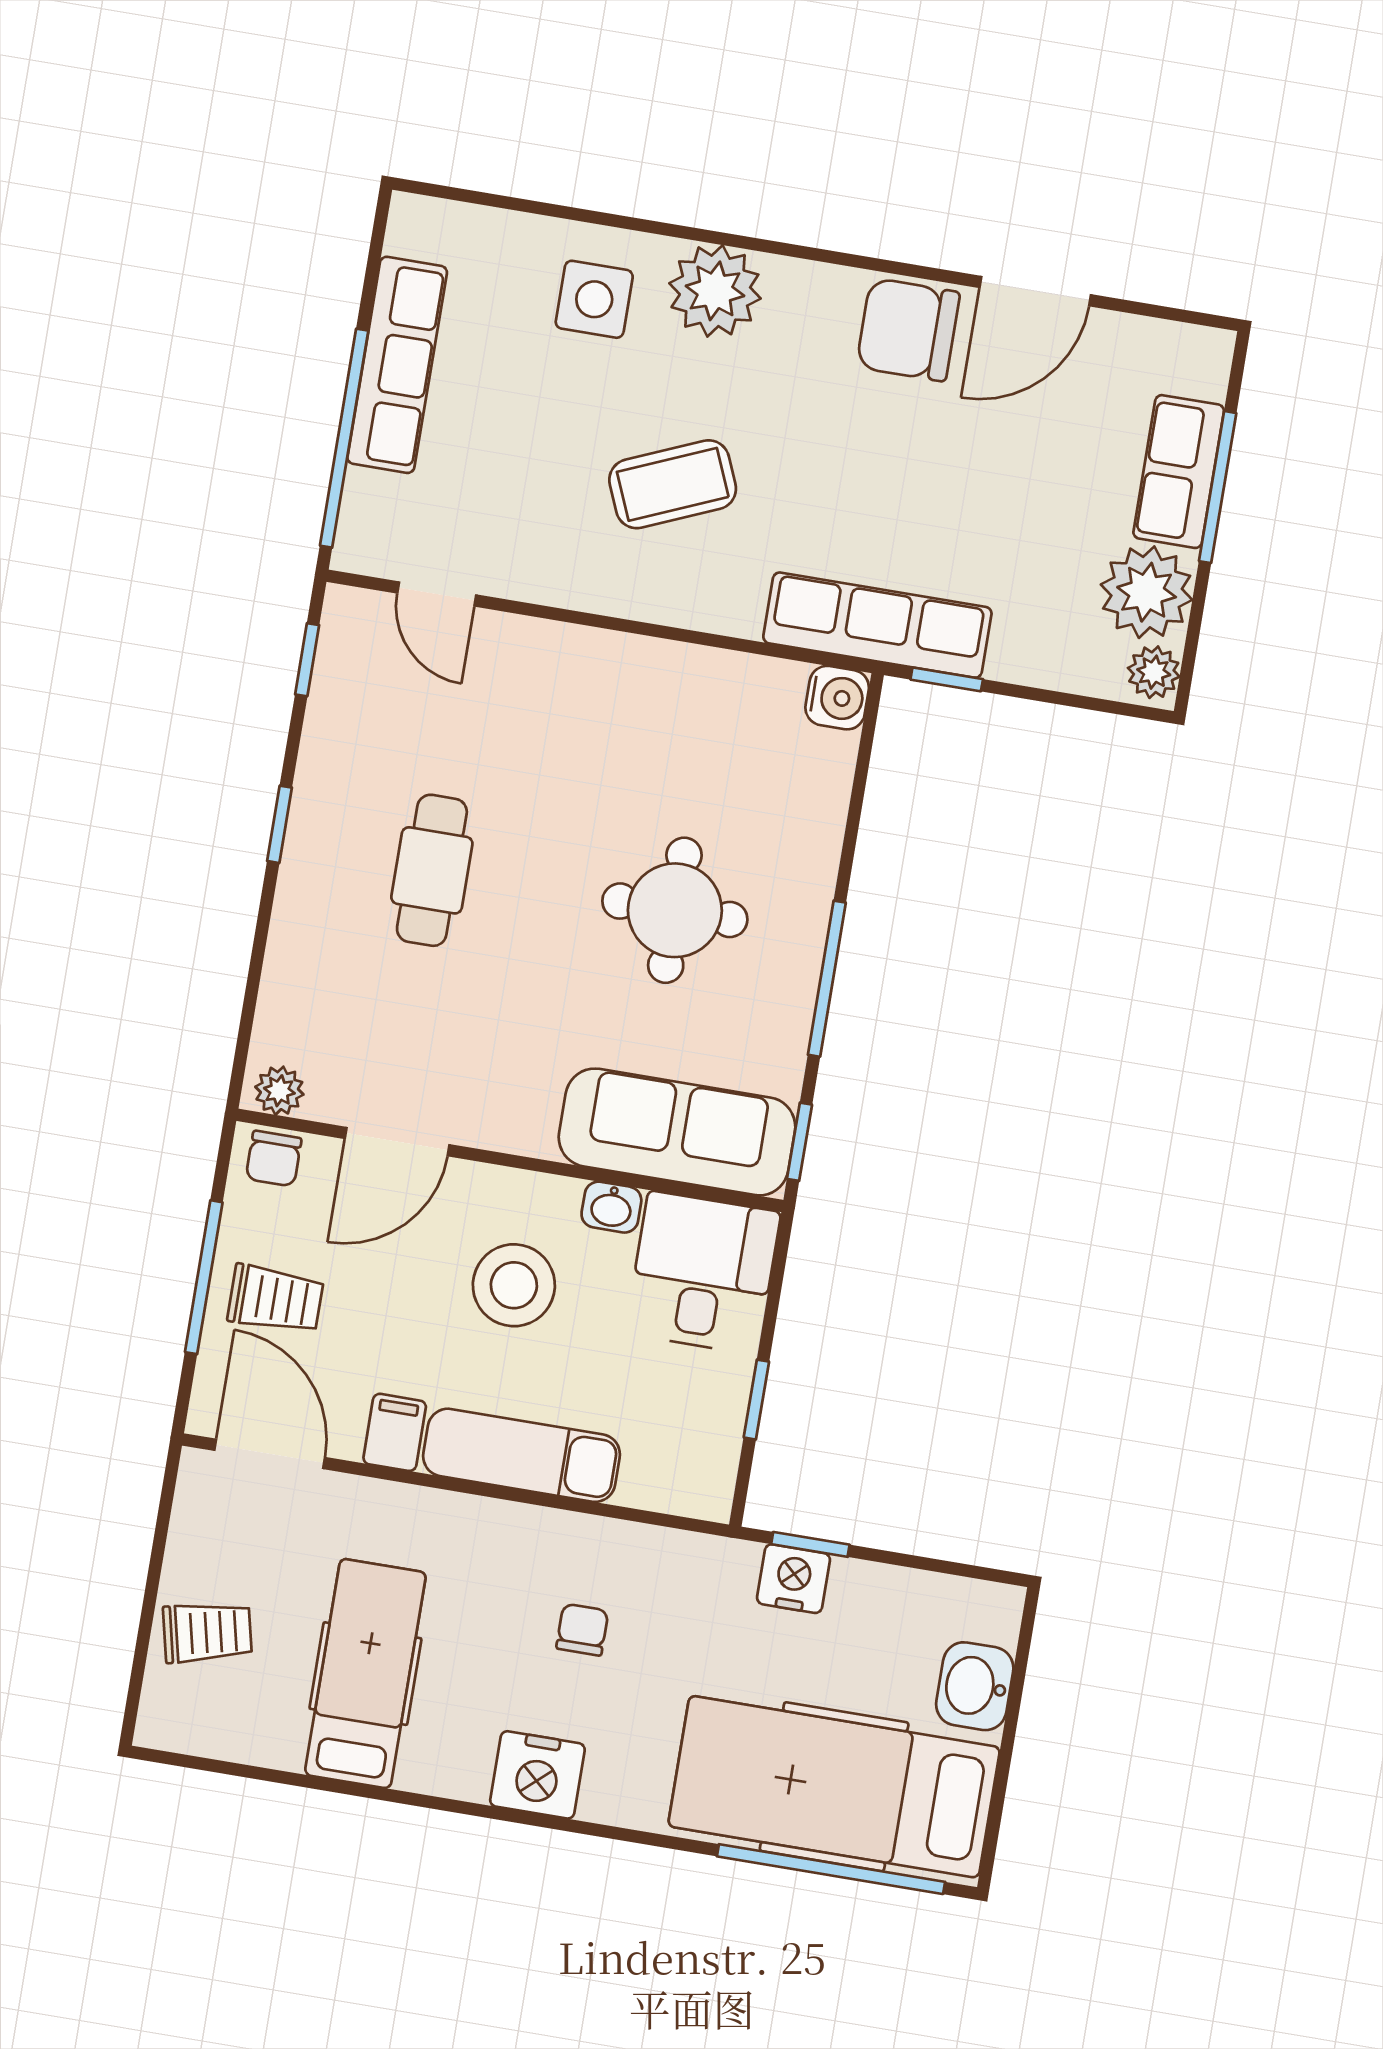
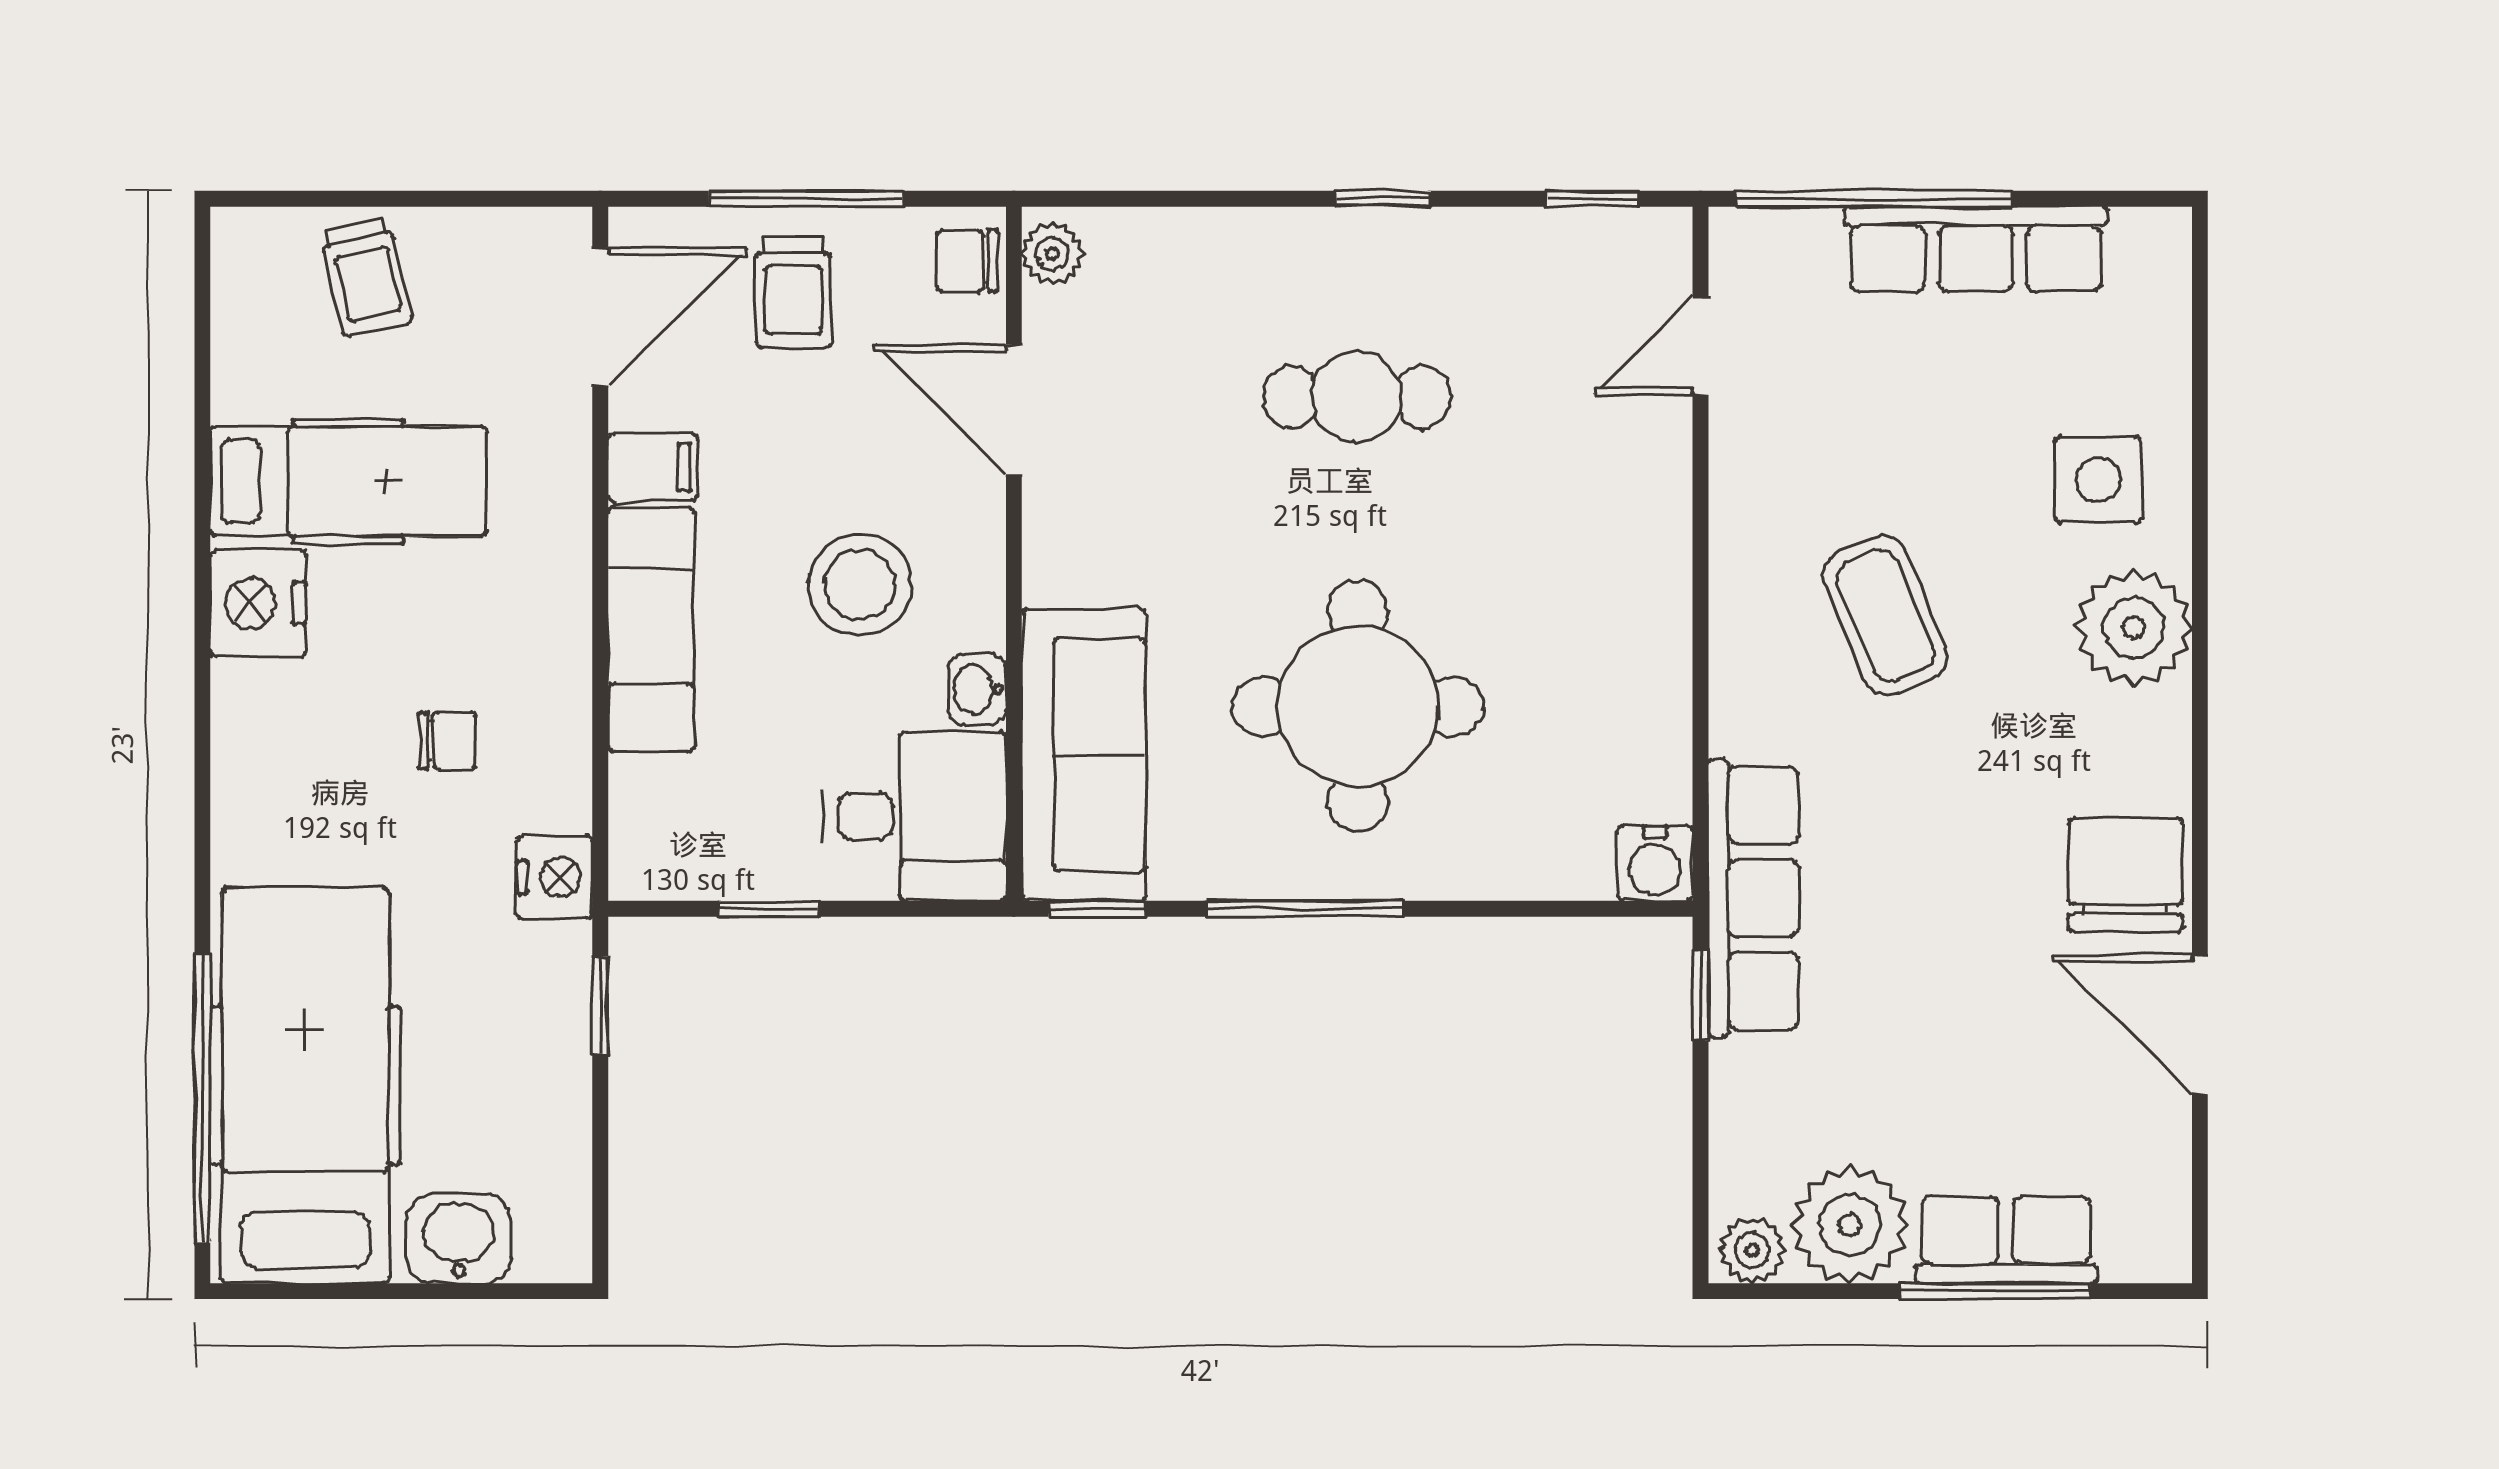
round table: (675, 910) -> (1358, 706), width x1.36, depth x1.36
nightstand: (793, 1579) -> (554, 877), moved
nightstand: (537, 1775) -> (258, 603), moved

